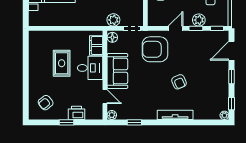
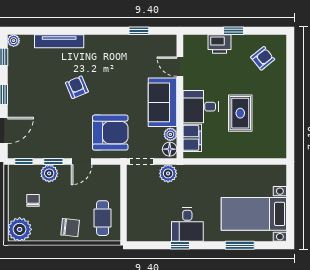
plant: (112, 115) -> (170, 134), moved
tv unit: (175, 115) -> (59, 41), moved

